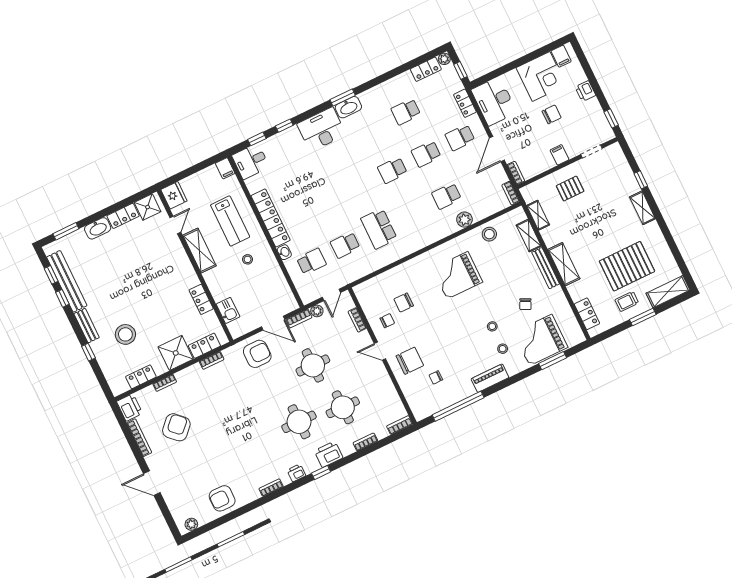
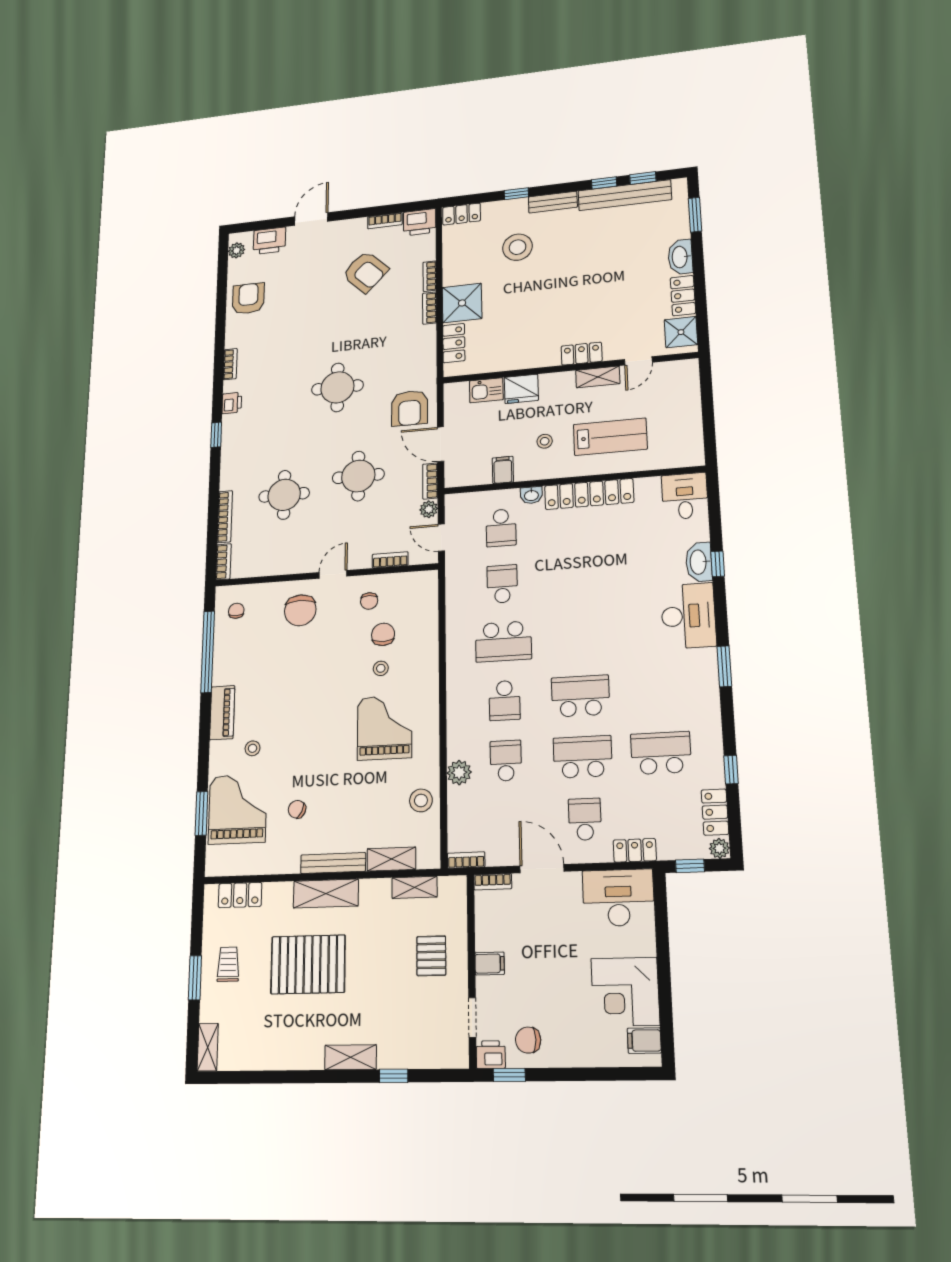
printer: (585, 91) -> (491, 1055), moved
washbasin: (348, 107) -> (699, 562), moved
school desk: (406, 112) -> (661, 753), width x1.85
chair: (552, 114) -> (528, 1040), moved, turned 90
window: (257, 139) -> (731, 770), moved
school desk: (426, 154) -> (583, 757), width x1.85
filing cabinet: (225, 168) -> (503, 470), moved, turned 90
school desk: (392, 170) -> (580, 696), width x1.85
fridge: (174, 195) -> (521, 389), moved
school desk: (413, 212) -> (505, 700), added
lab bench: (230, 221) -> (610, 437), turned 180
door: (175, 225) -> (638, 361), hinge flipped
school desk: (379, 229) -> (503, 641), turned 180
shelving: (200, 251) -> (598, 377), width x0.67, depth x0.75
pallet: (627, 266) -> (308, 964), moved, turned 90
shelving: (668, 292) -> (208, 1047), width x0.67, depth x0.75
locker: (201, 299) -> (582, 354), moved
door: (273, 323) -> (441, 444), hinge flipped
stool: (492, 326) -> (381, 668), moved
bookcase: (212, 360) -> (430, 308), moved
locker: (141, 377) -> (462, 214), moved, turned 90
chair: (436, 377) -> (236, 611), moved
round table: (299, 422) -> (337, 387), moved
bookcase: (139, 438) -> (385, 221), width x0.64
bookcase: (365, 442) -> (225, 517), width x1.56
printer: (329, 454) -> (269, 241), moved, turned 90

